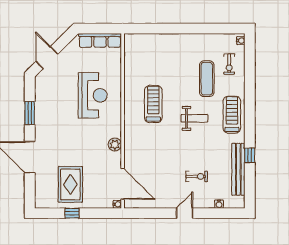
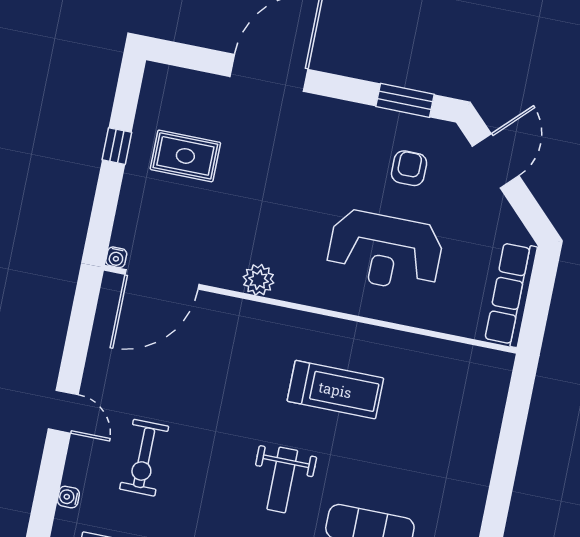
door: (47, 58) -> (496, 161), hinge flipped
armchair: (57, 92) -> (409, 168), added
window: (30, 113) -> (405, 100), moved
exercise bike: (197, 176) -> (144, 458), width x1.38, depth x1.39
rug: (70, 184) -> (185, 156), width x0.73, depth x0.70

